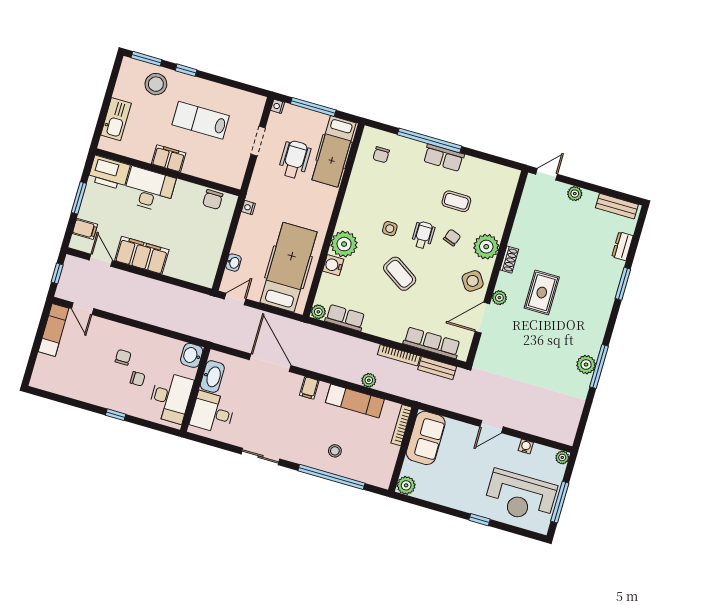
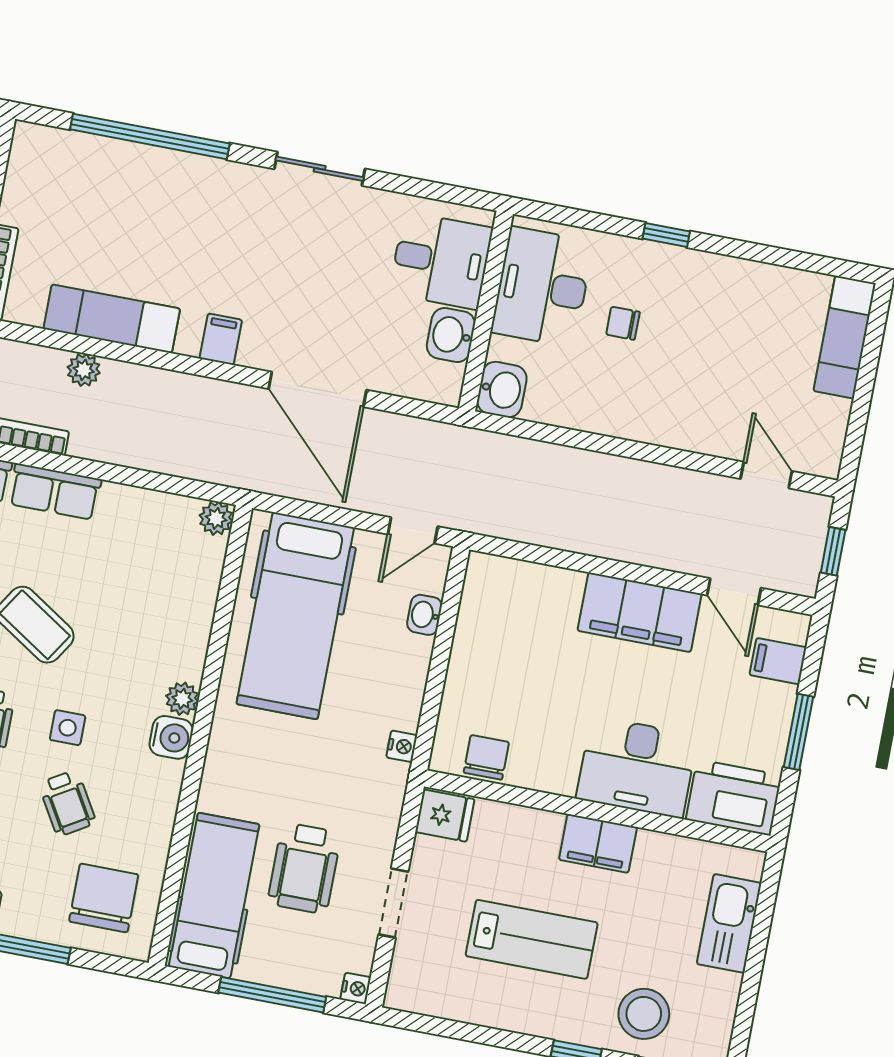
chair: (381, 155) -> (104, 898), width x1.87, depth x1.87
fridge: (233, 176) -> (445, 816), added
wheelchair: (393, 197) -> (67, 803), added
plant: (344, 244) -> (182, 699), width x0.53, depth x0.53
water cooler: (333, 265) -> (171, 737), moved
row of seats: (345, 318) -> (55, 492), moved
exam couch: (54, 330) -> (845, 337), moved
chair: (123, 357) -> (661, 370), removed
washbasin: (212, 377) -> (451, 335), width x0.72
stool: (335, 451) -> (147, 198), removed

